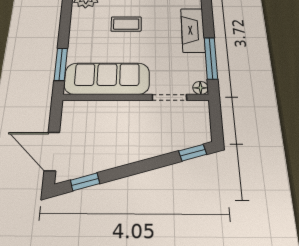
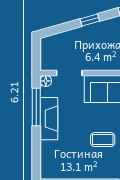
fireplace: (193, 30) -> (49, 119), moved
window: (193, 153) -> (90, 20), moved

